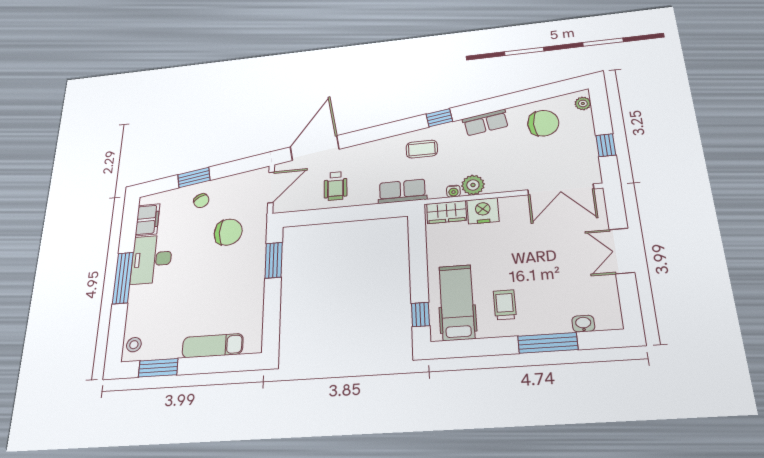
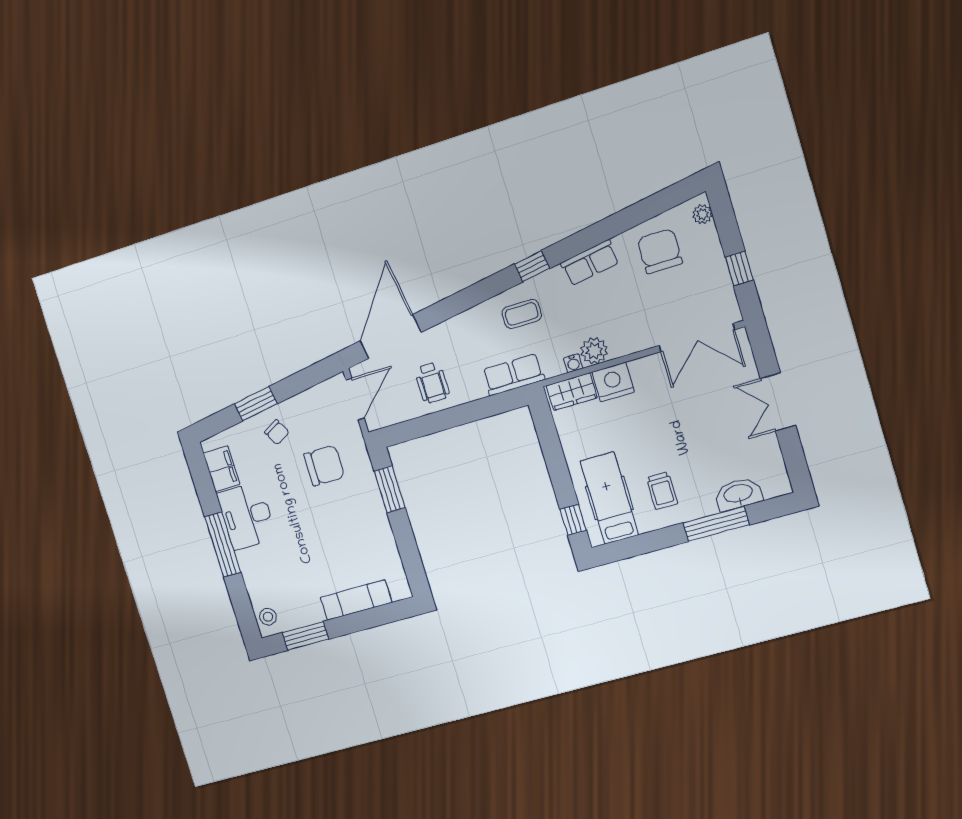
chair: (543, 123) -> (660, 251), turned -90
trolley: (505, 305) -> (662, 491), turned 180
washbasin: (583, 324) -> (738, 494), width x1.91, depth x1.45

